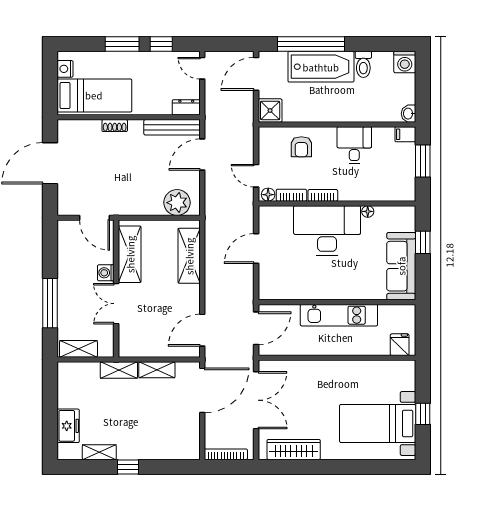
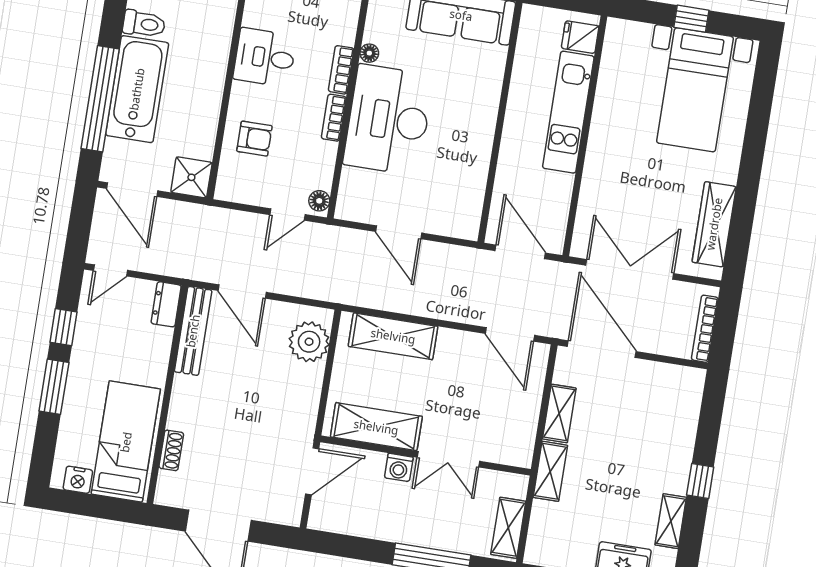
shoe rack: (115, 126) -> (171, 450), moved
bookcase: (291, 195) -> (341, 70), moved
kitchen unit: (339, 315) -> (568, 112), moved, turned 180

